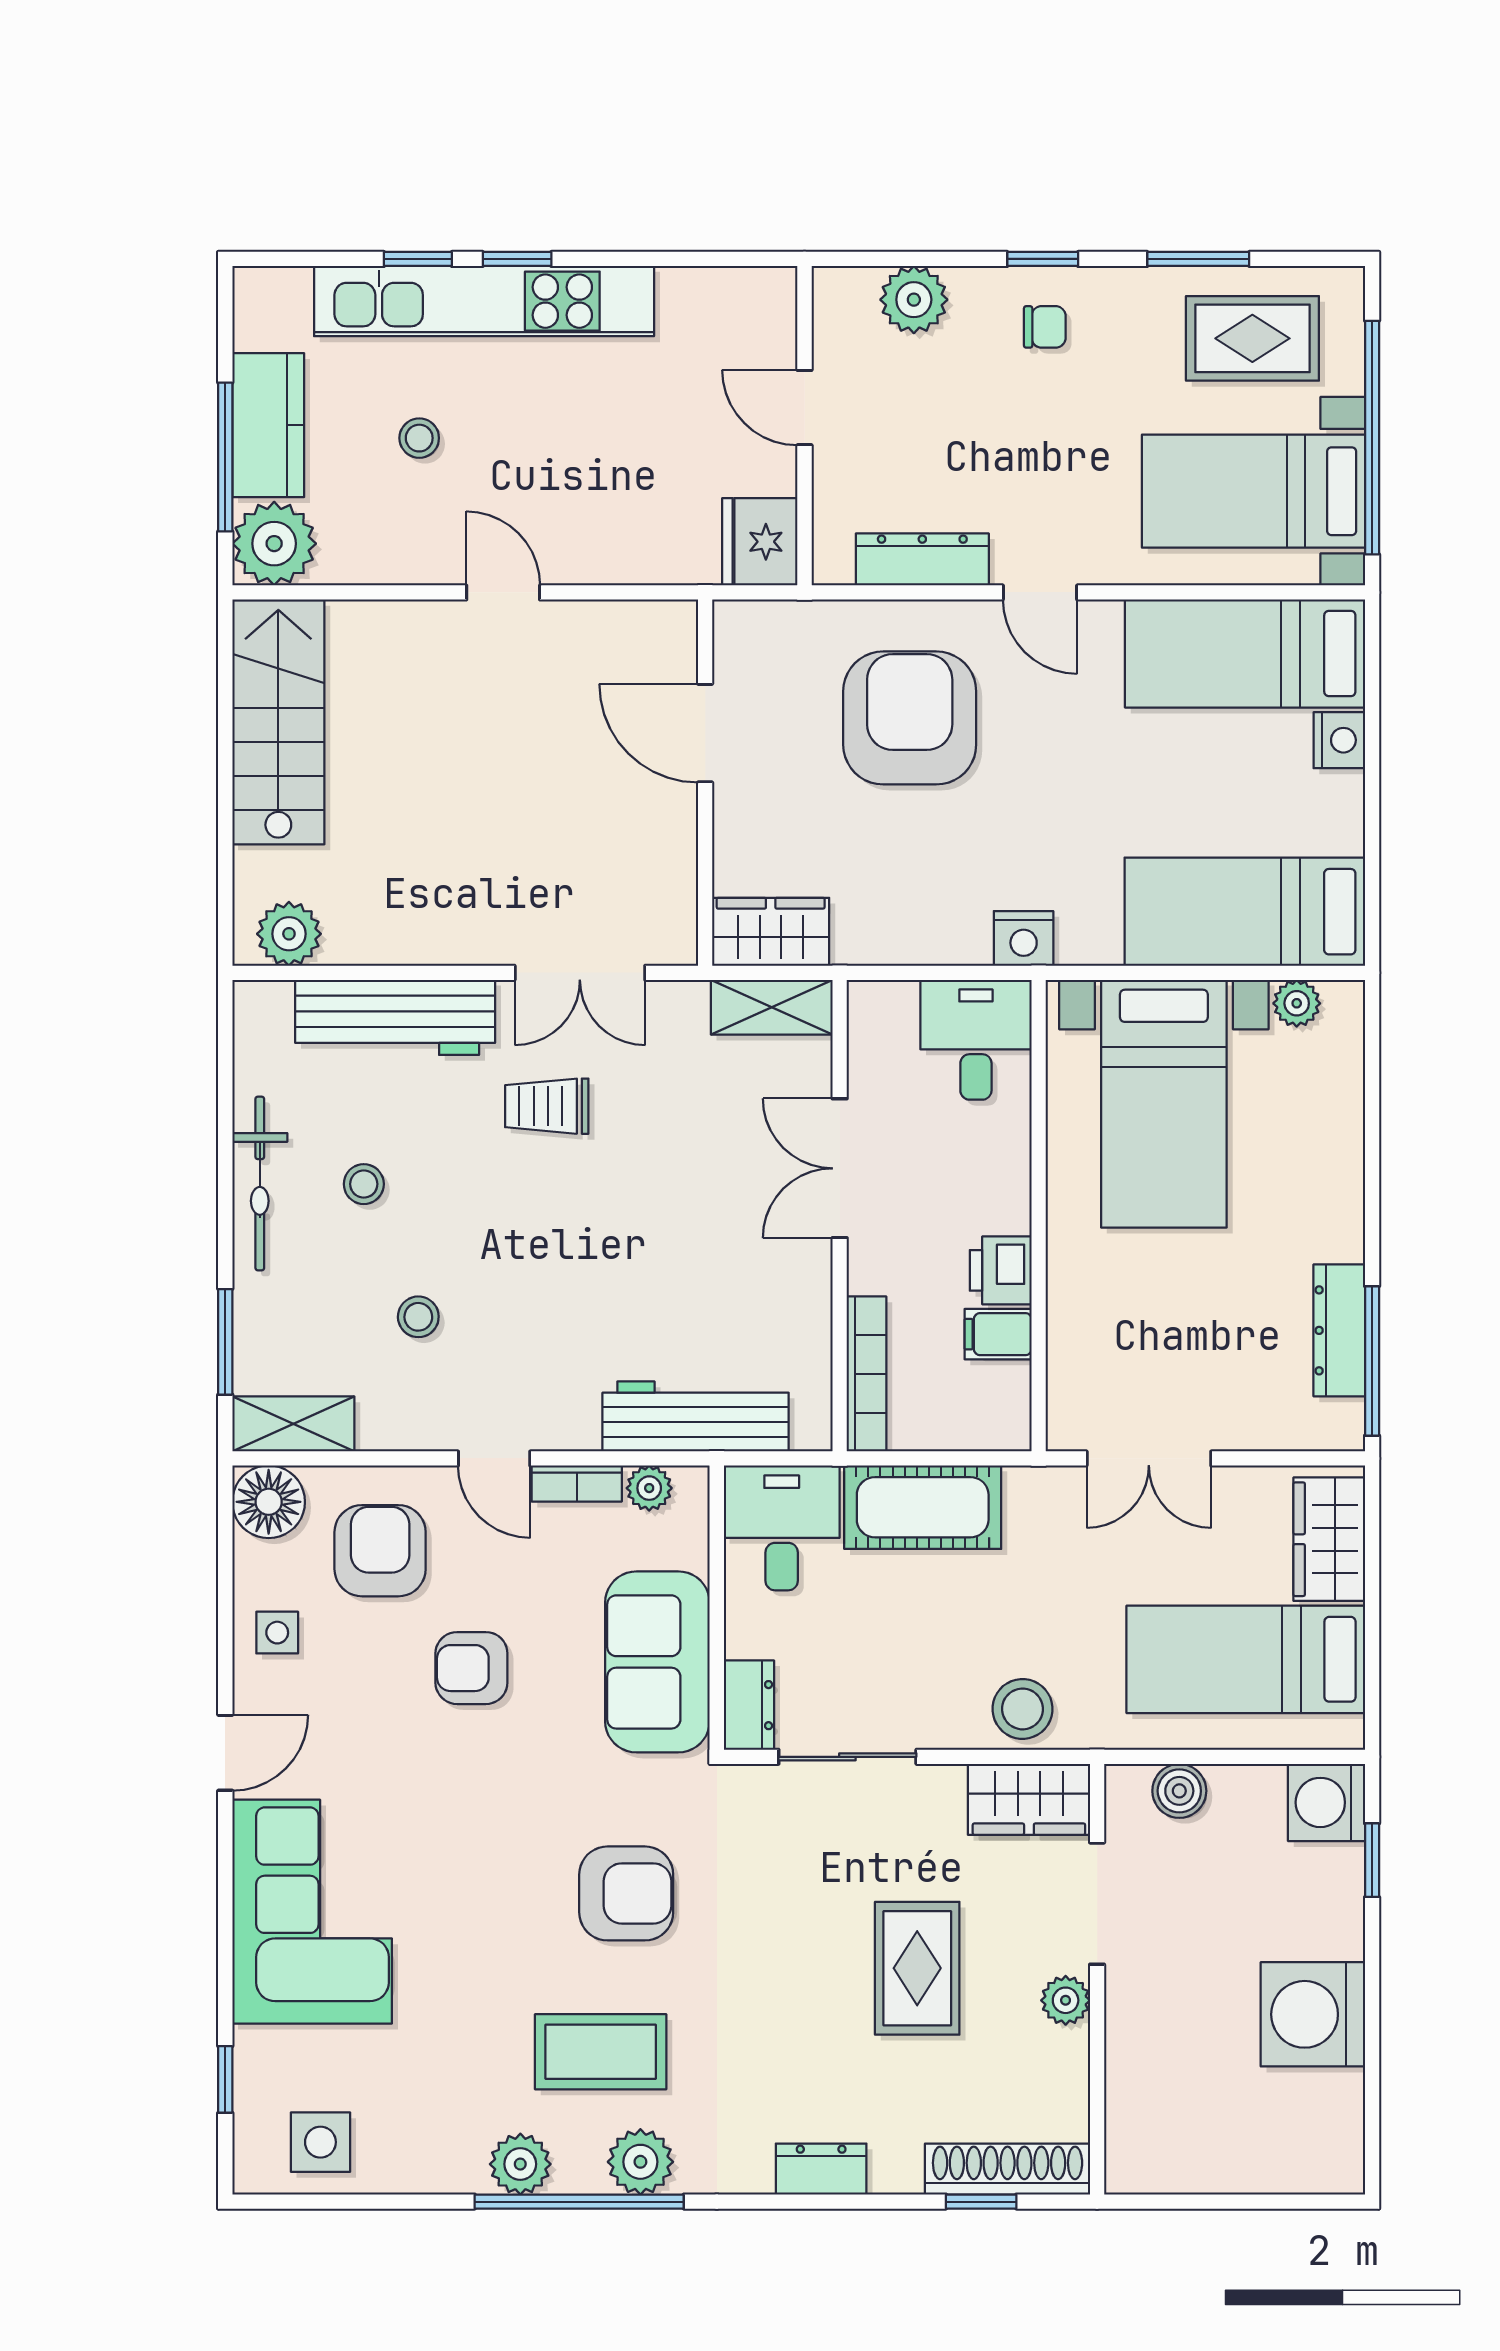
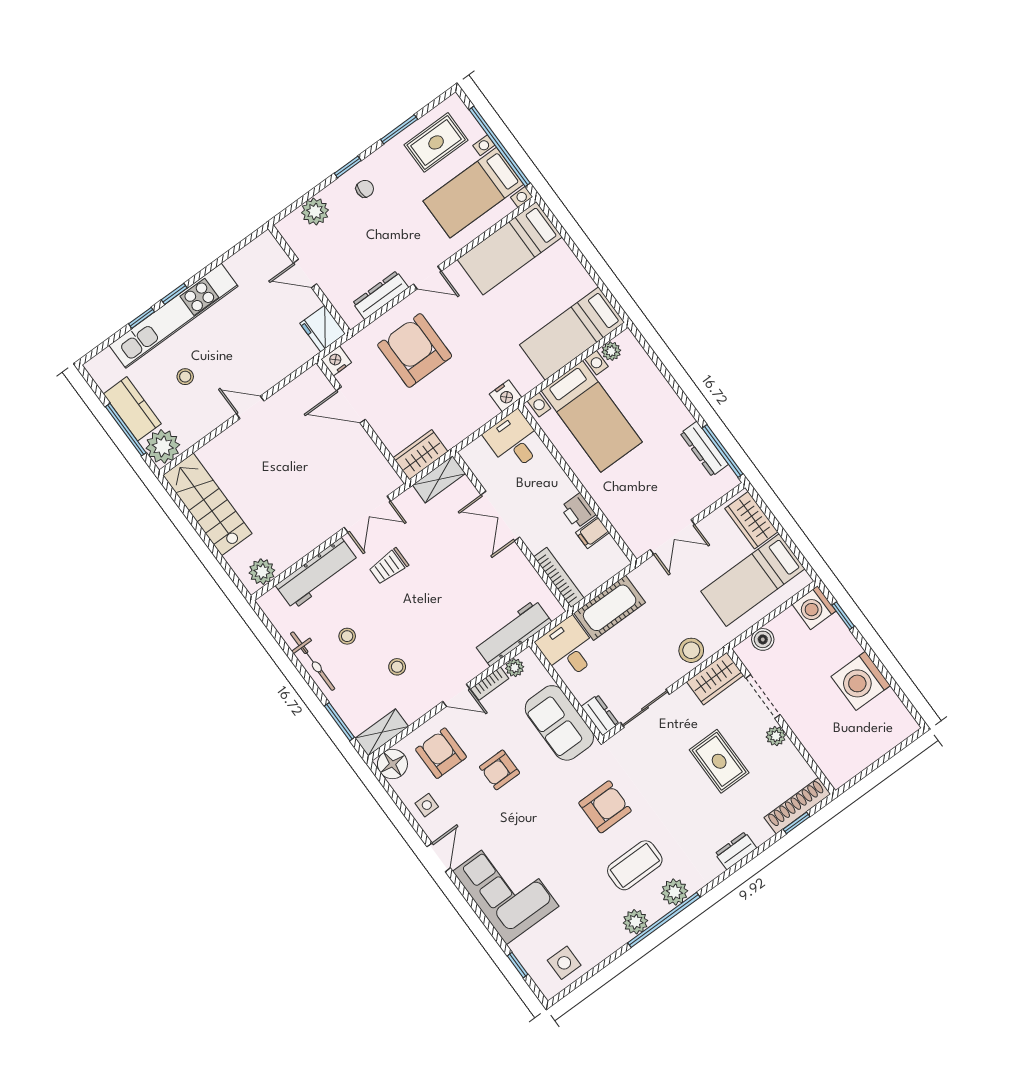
nightstand: (1339, 740) -> (336, 361), moved, turned -90

